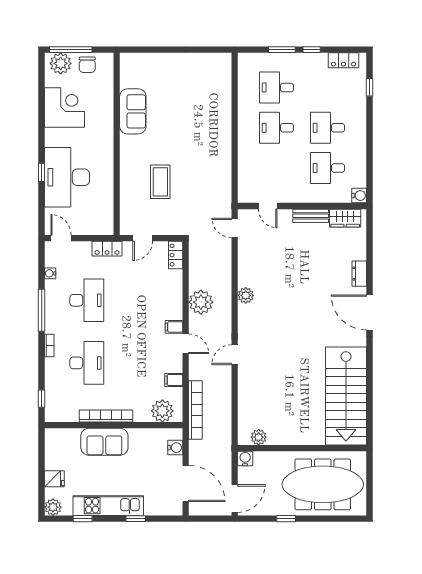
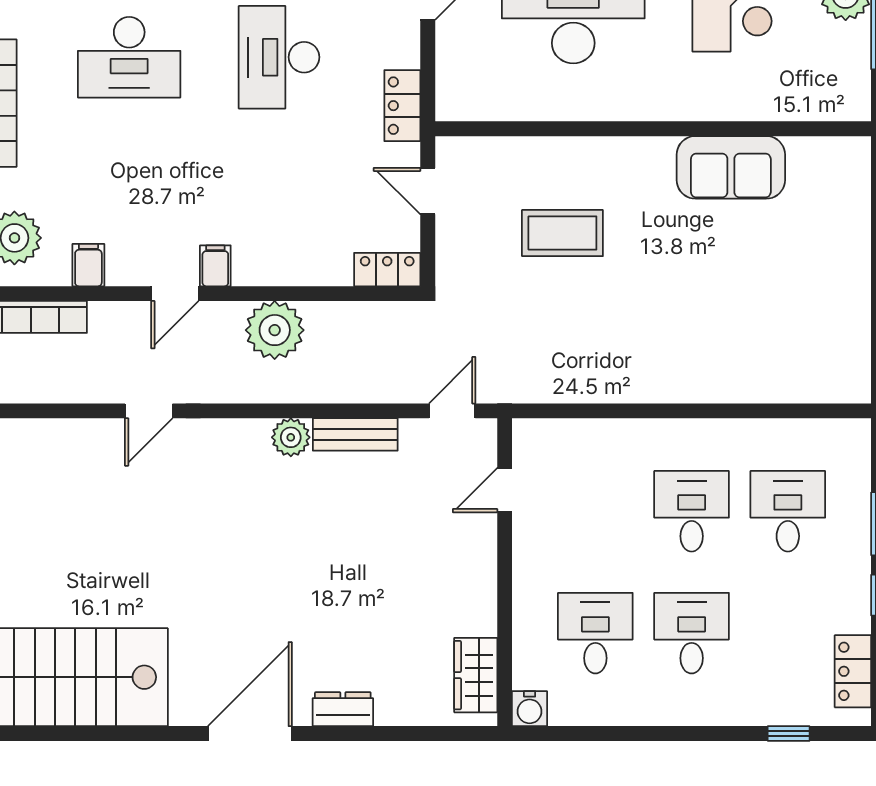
chair: (87, 65) -> (842, 58), removed
bench: (311, 216) -> (355, 434), moved, turned 90
desk: (87, 300) -> (279, 57), turned 90
door: (235, 355) -> (149, 411), swing flipped

